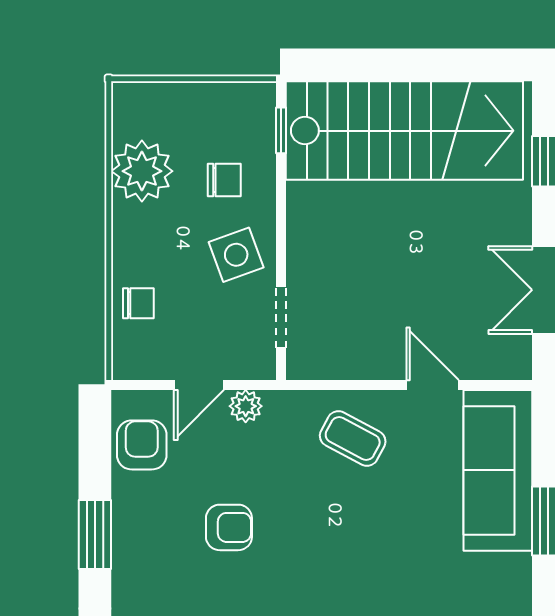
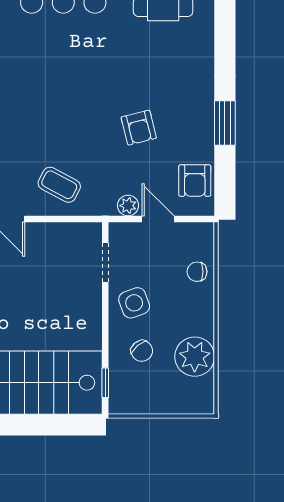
chair: (224, 180) -> (142, 351), turned -130
door: (199, 385) -> (158, 219), hinge flipped
armchair: (229, 527) -> (139, 128), turned -104

